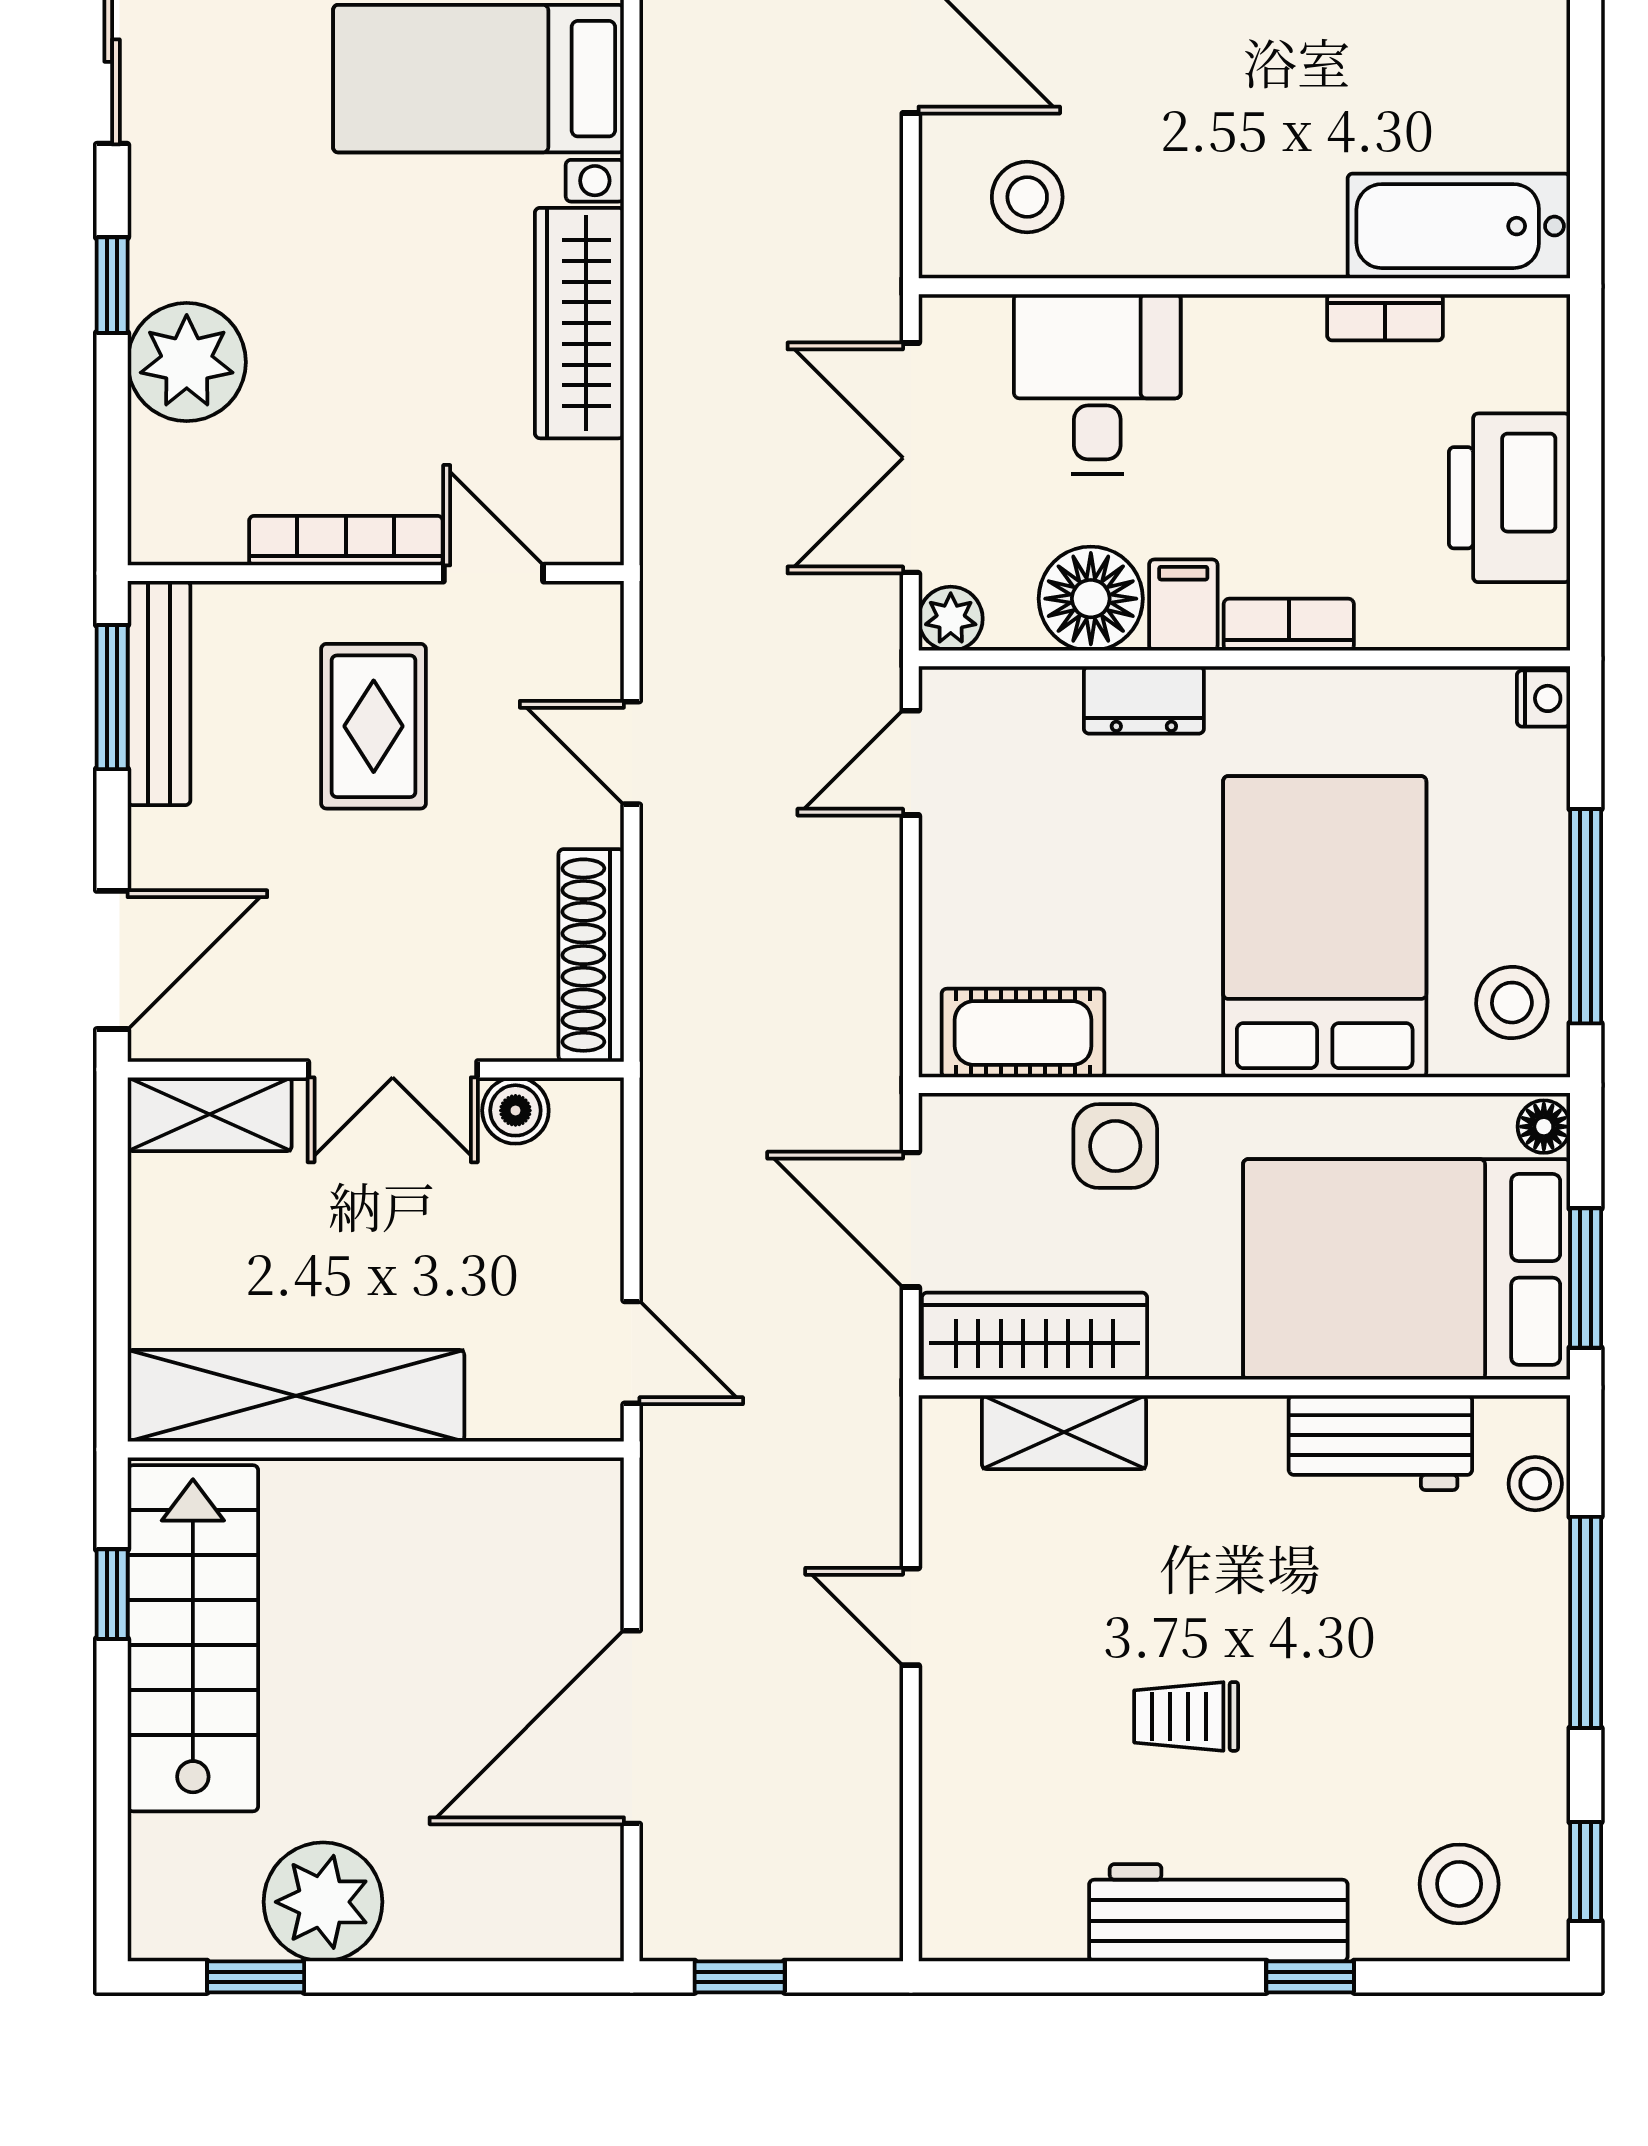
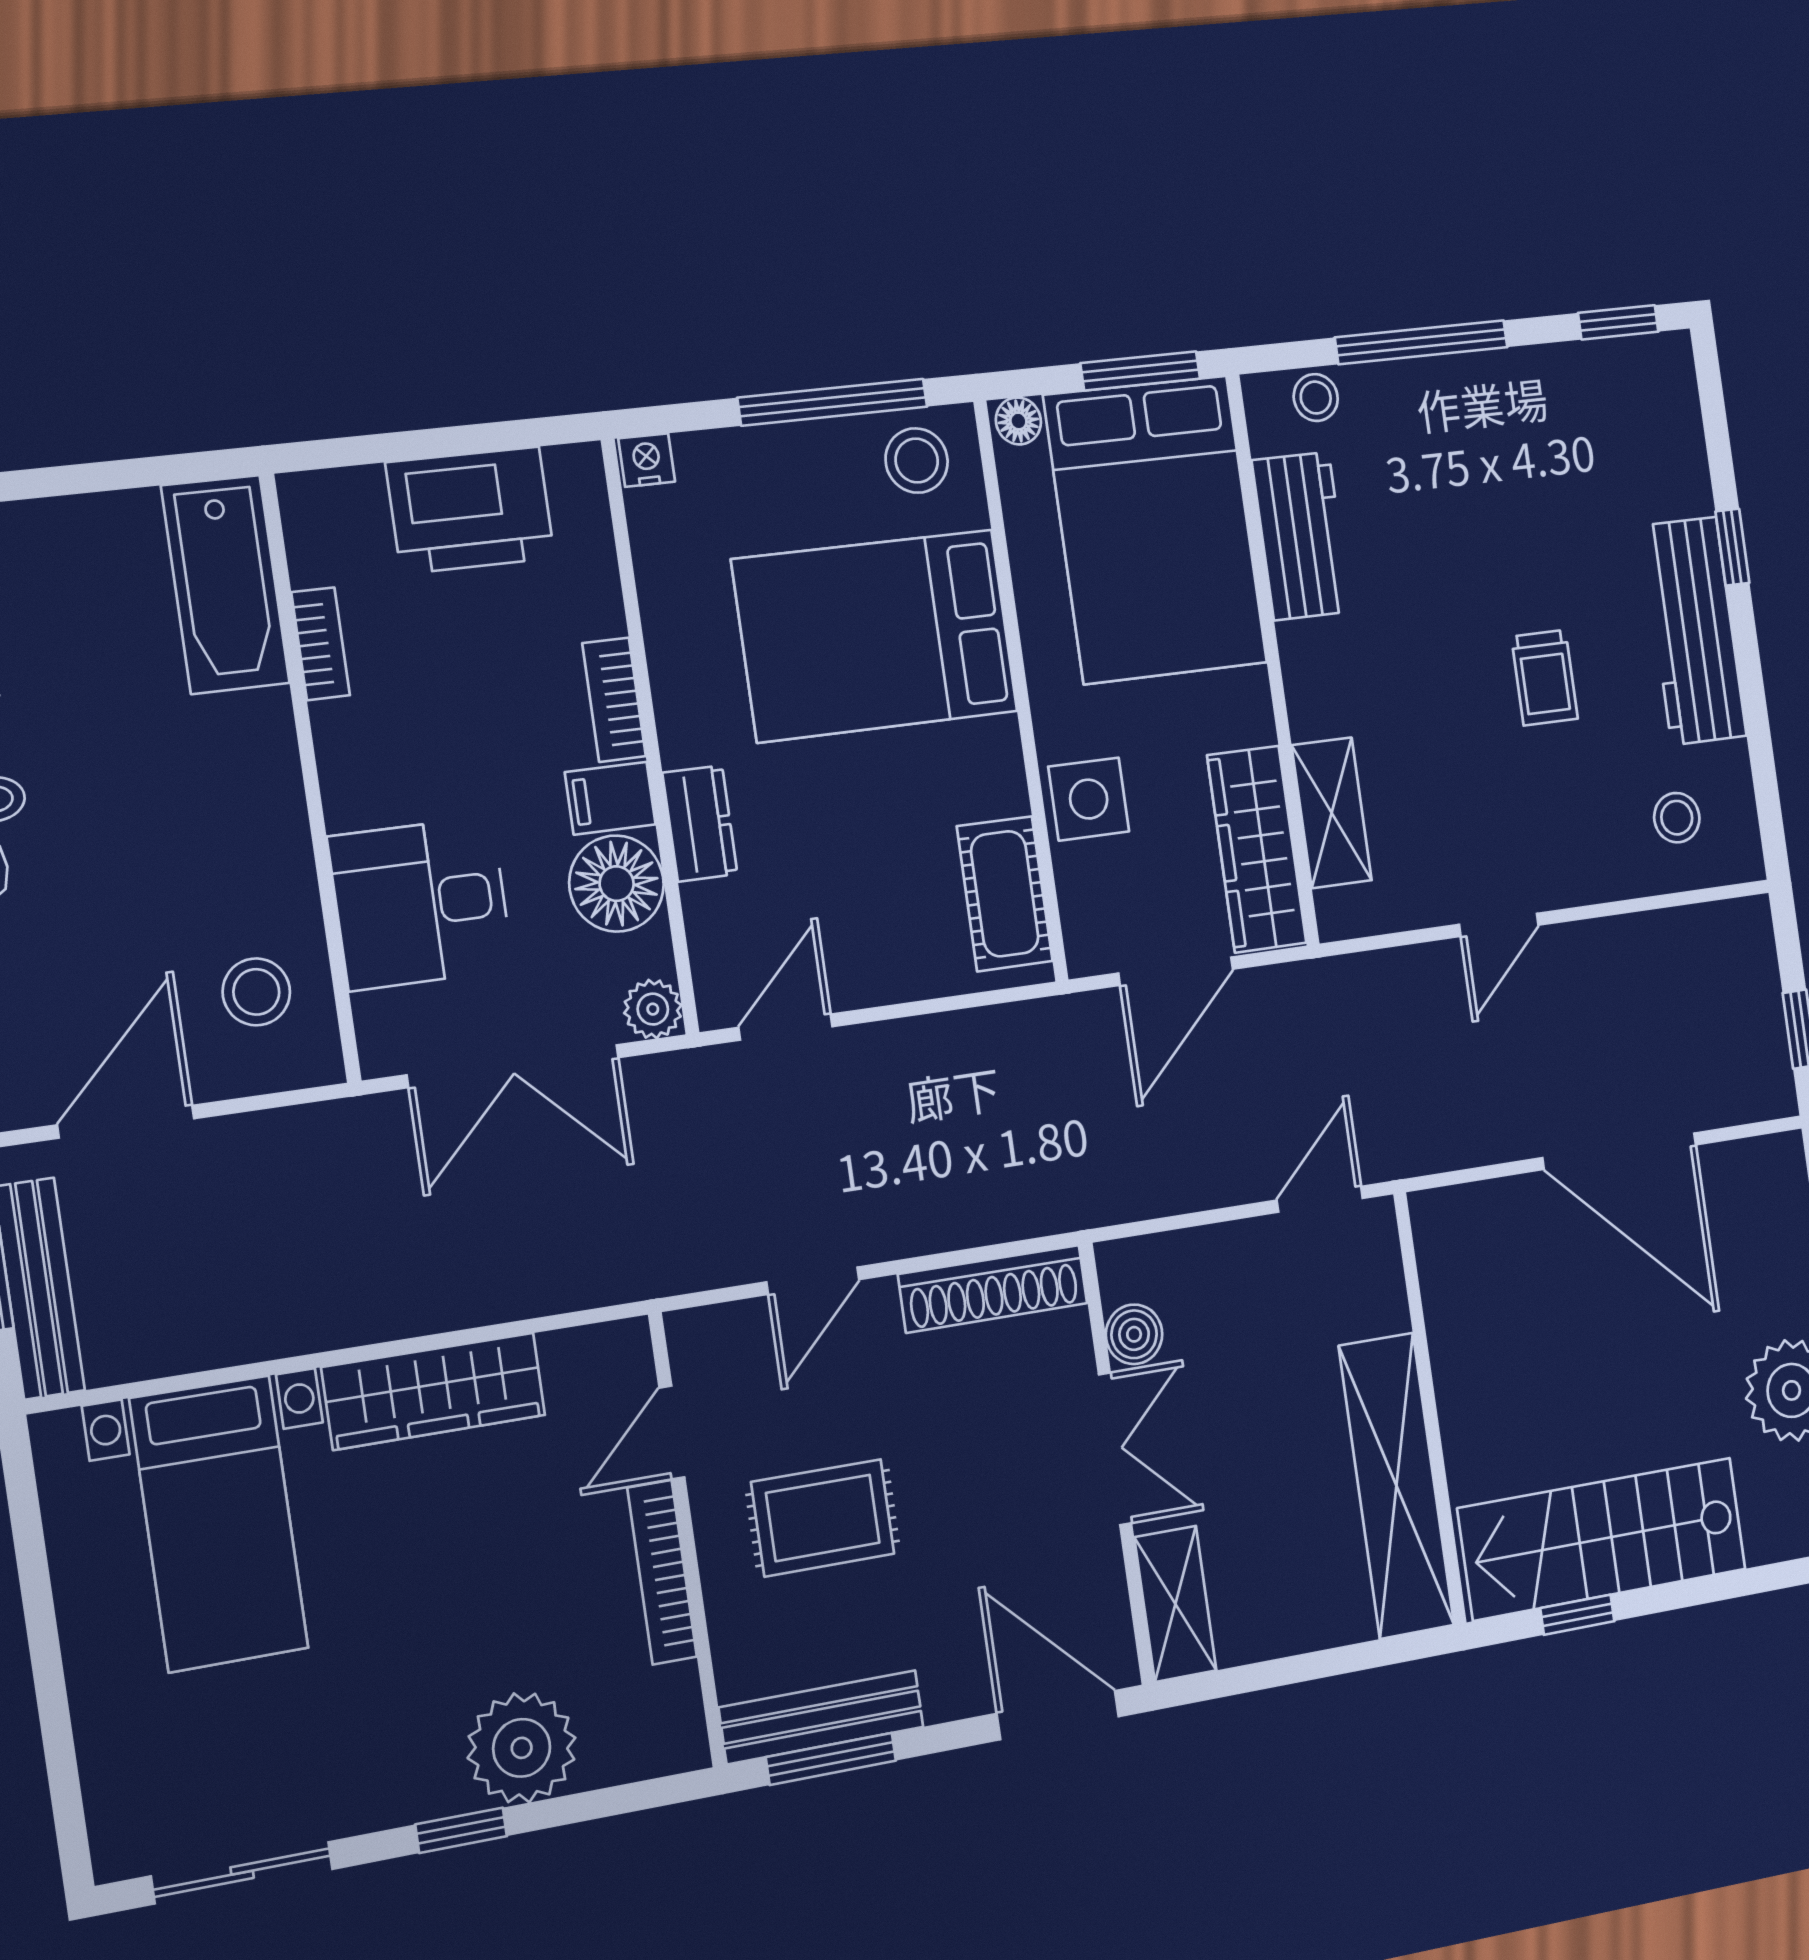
door: (911, 763) -> (786, 1027), swing flipped
stool: (1459, 1884) -> (1677, 818), moved, width x0.73, depth x0.73

